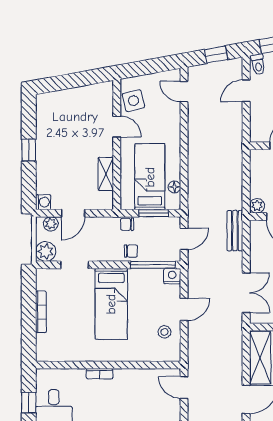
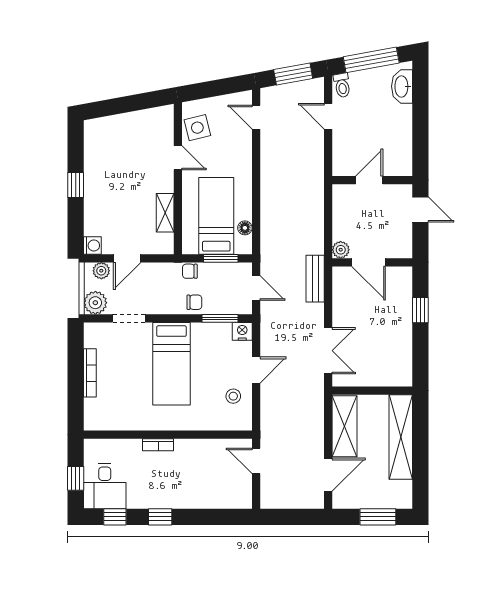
window: (216, 55) -> (293, 74), width x1.50
door: (246, 91) -> (328, 116), hinge flipped
door: (184, 239) -> (256, 288), hinge flipped
window: (153, 265) -> (220, 318), width x0.69

